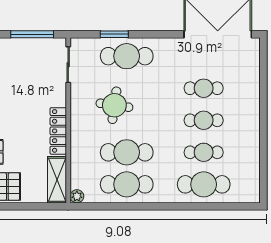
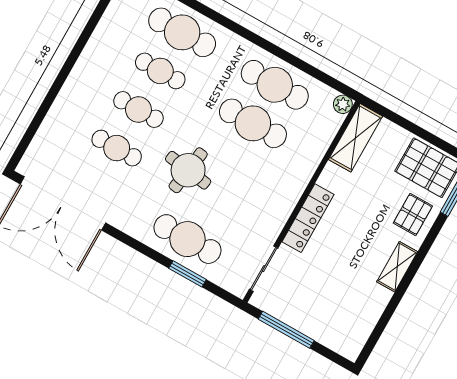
round table: (114, 105) -> (188, 170), moved
locker: (58, 131) -> (308, 218), moved

